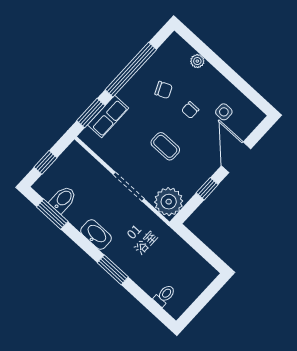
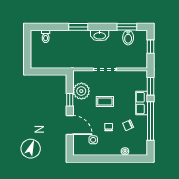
row of seats: (108, 117) -> (142, 103), moved
plant: (169, 202) -> (81, 91), moved

